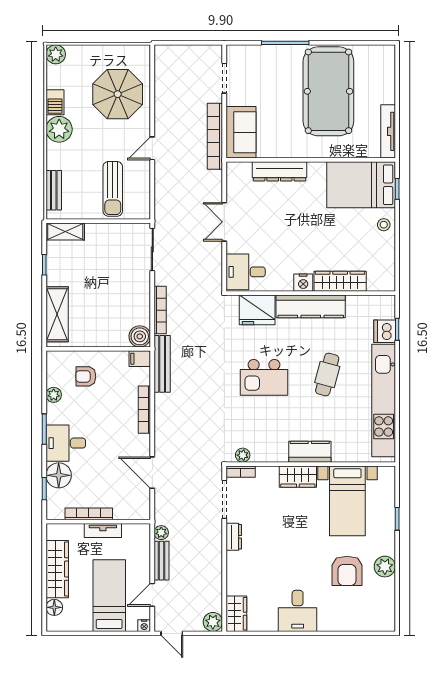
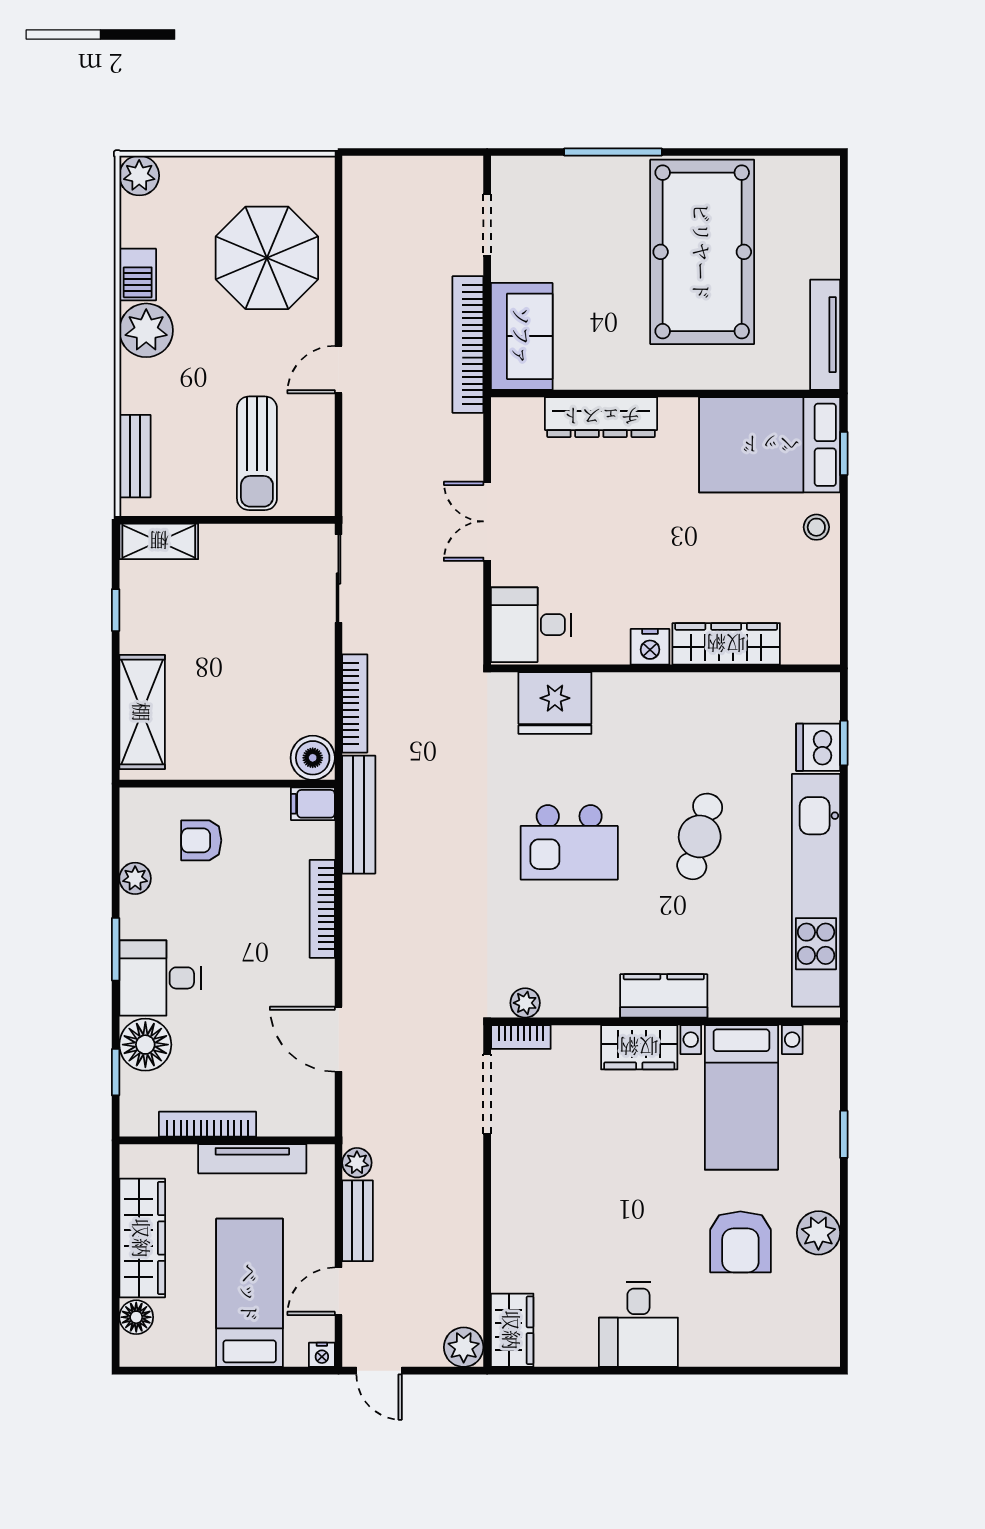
kitchen counter: (311, 306) -> (666, 696), removed
tv unit: (103, 531) -> (252, 1159), width x1.41
dresser: (234, 537) -> (507, 1171), removed

